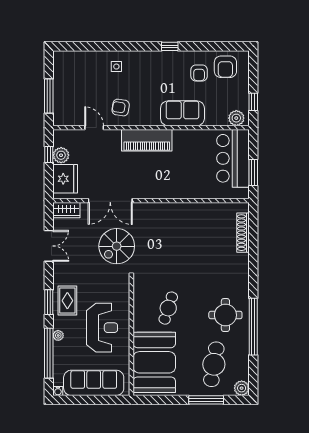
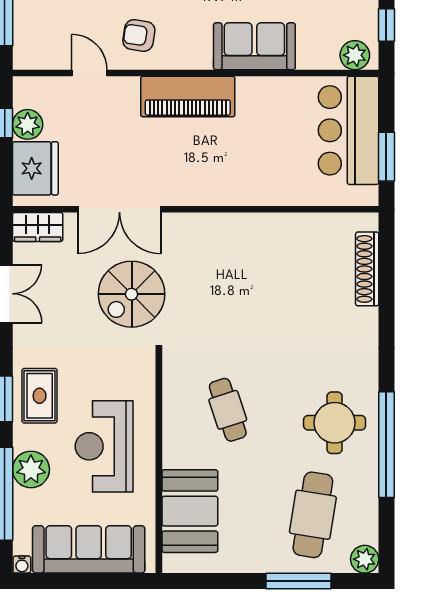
cafe table: (168, 308) -> (228, 410), turned -36
reception desk: (102, 328) -> (104, 446), turned 180
plant: (58, 335) -> (31, 469), width x1.88, depth x1.88
booth: (154, 362) -> (190, 511), width x0.73, depth x0.70

